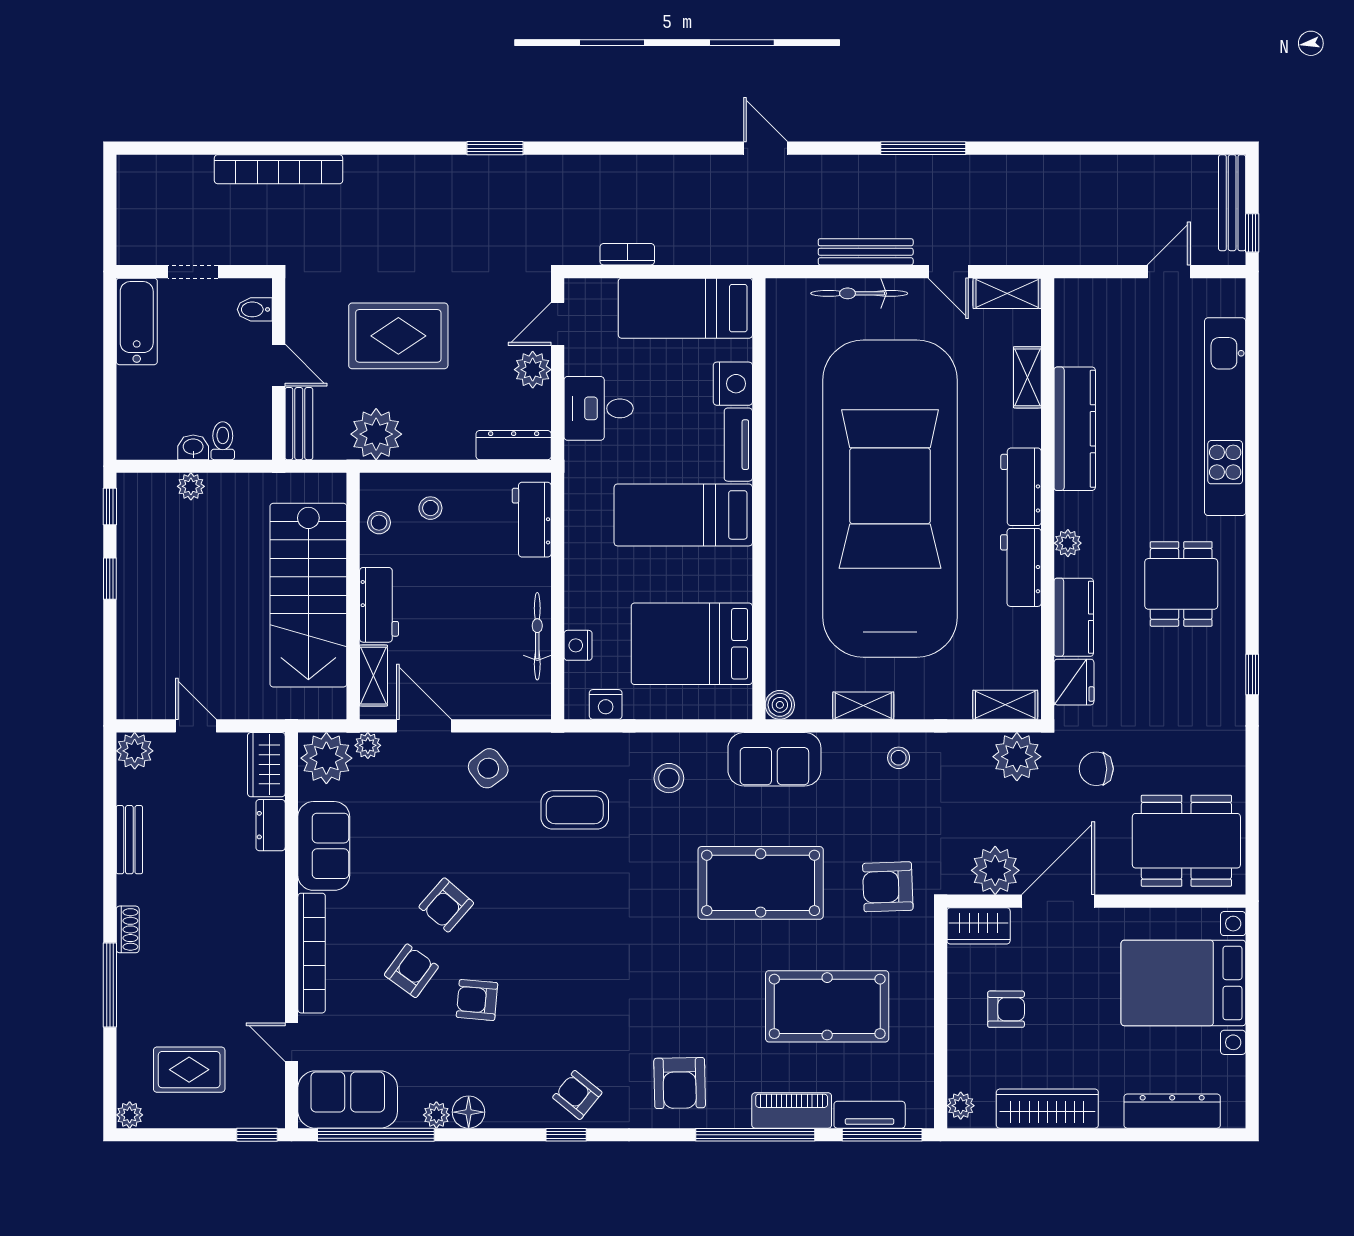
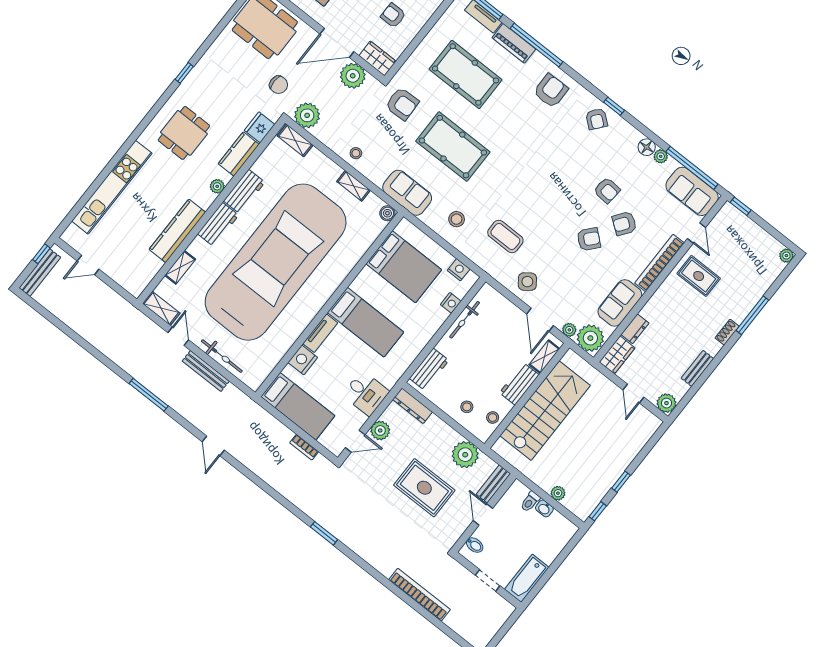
car: (890, 499) -> (276, 262), turned 180
rug: (189, 1070) -> (699, 276), moved

